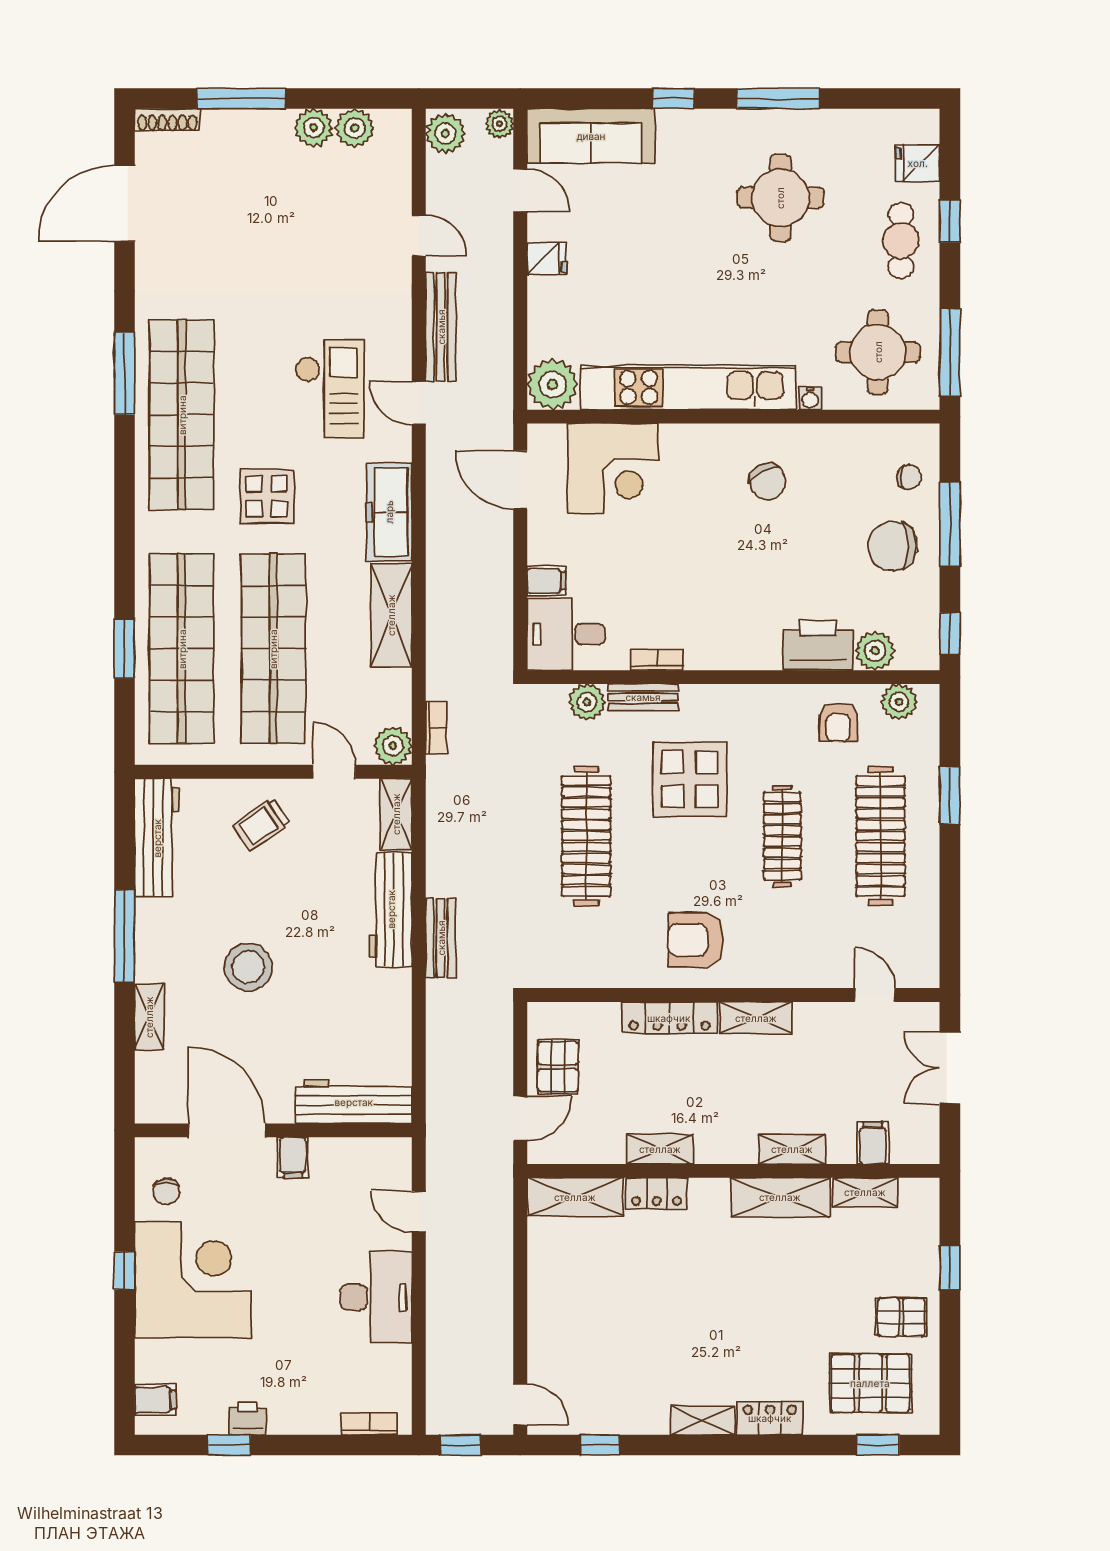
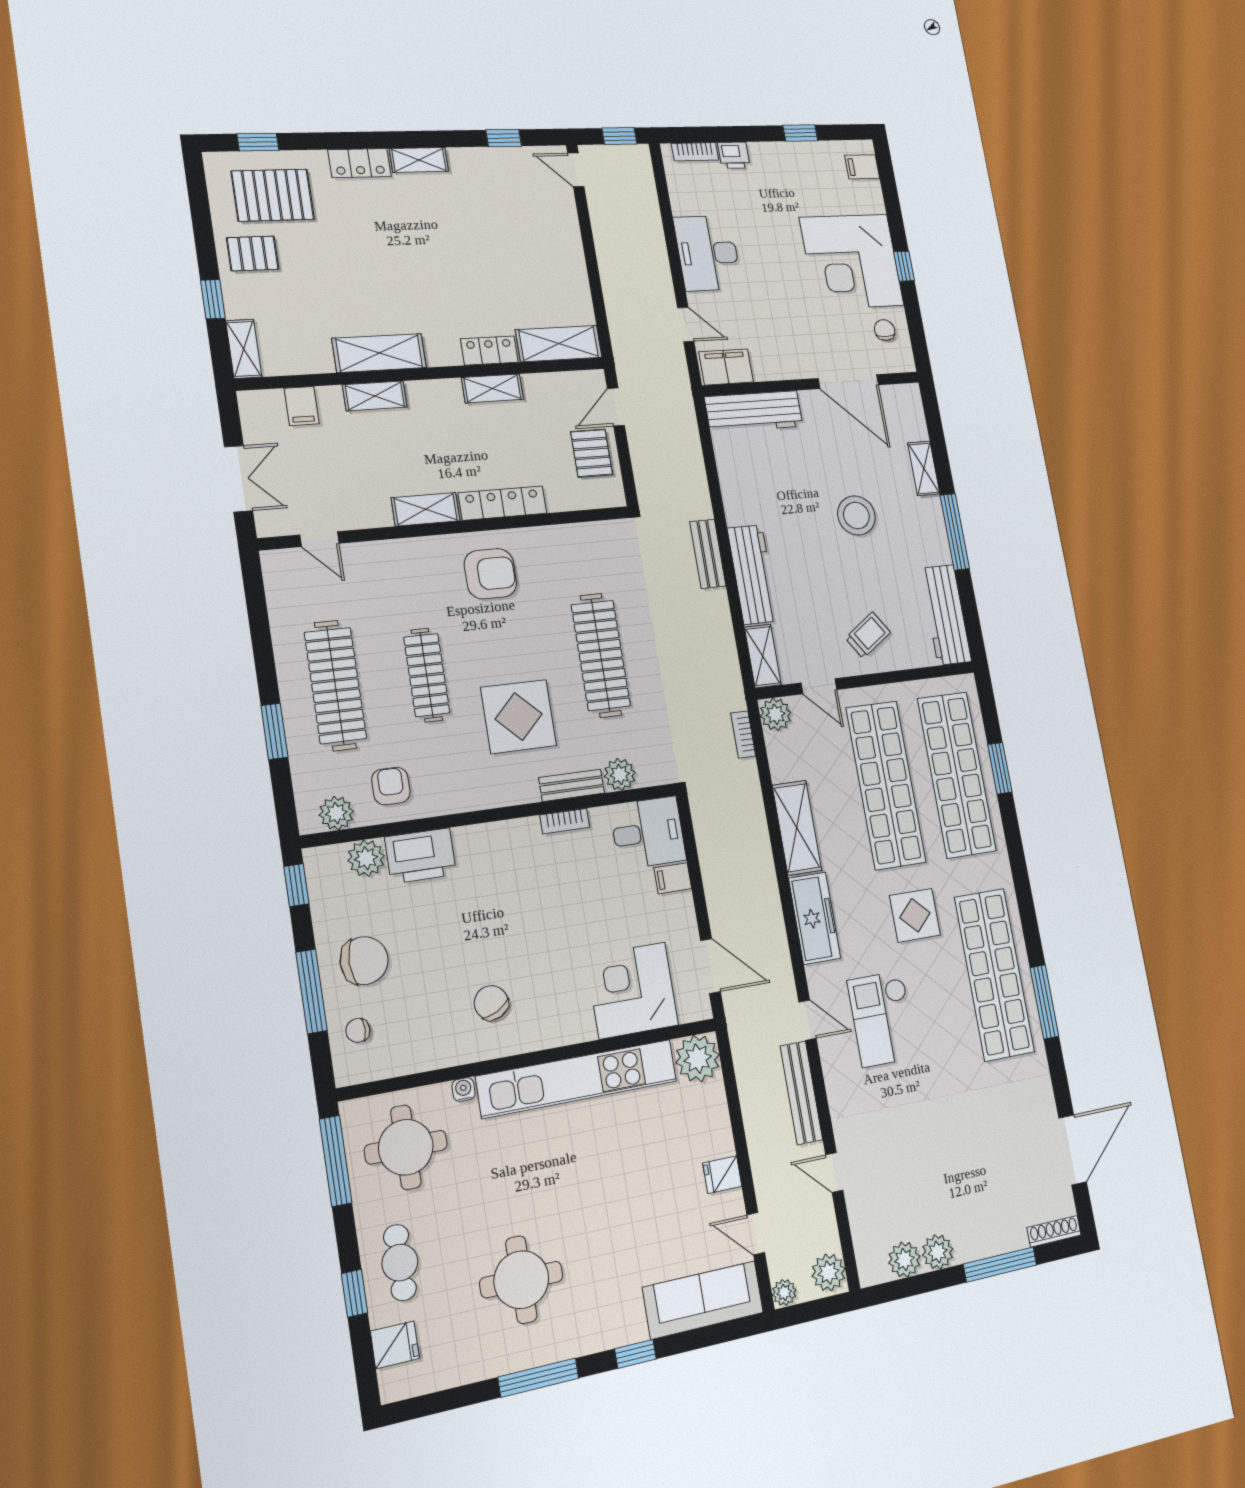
filing cabinet: (293, 1157) -> (726, 367), moved, width x2.00
shelving: (865, 1192) -> (244, 349), moved, turned 90
printer: (248, 1418) -> (734, 155), moved

